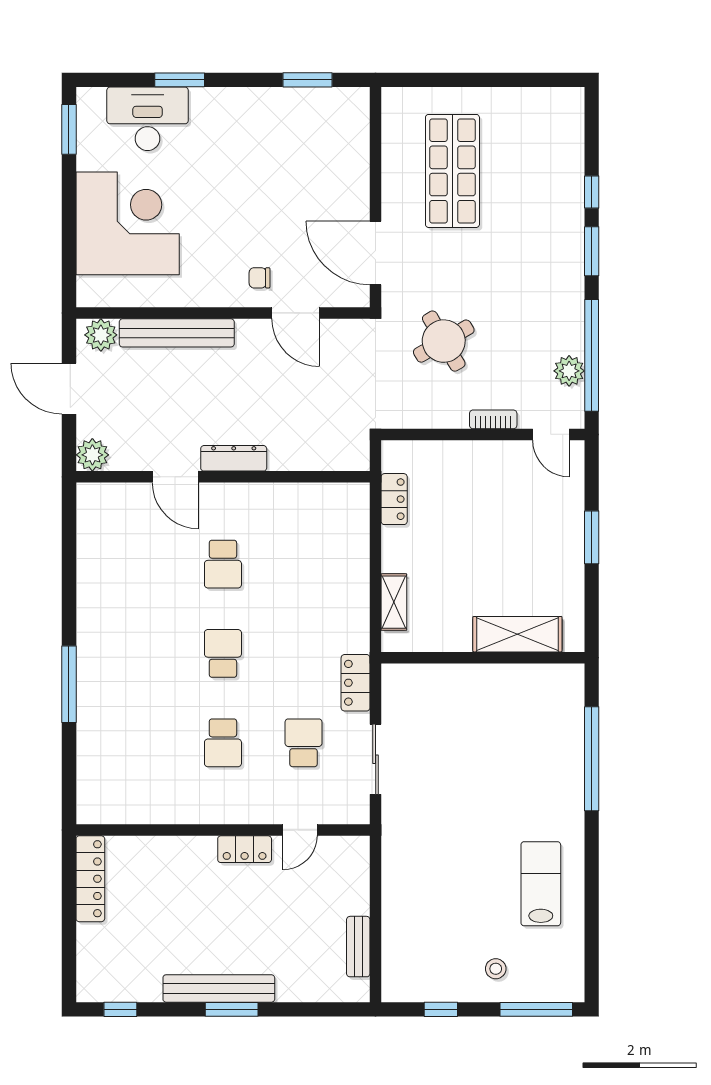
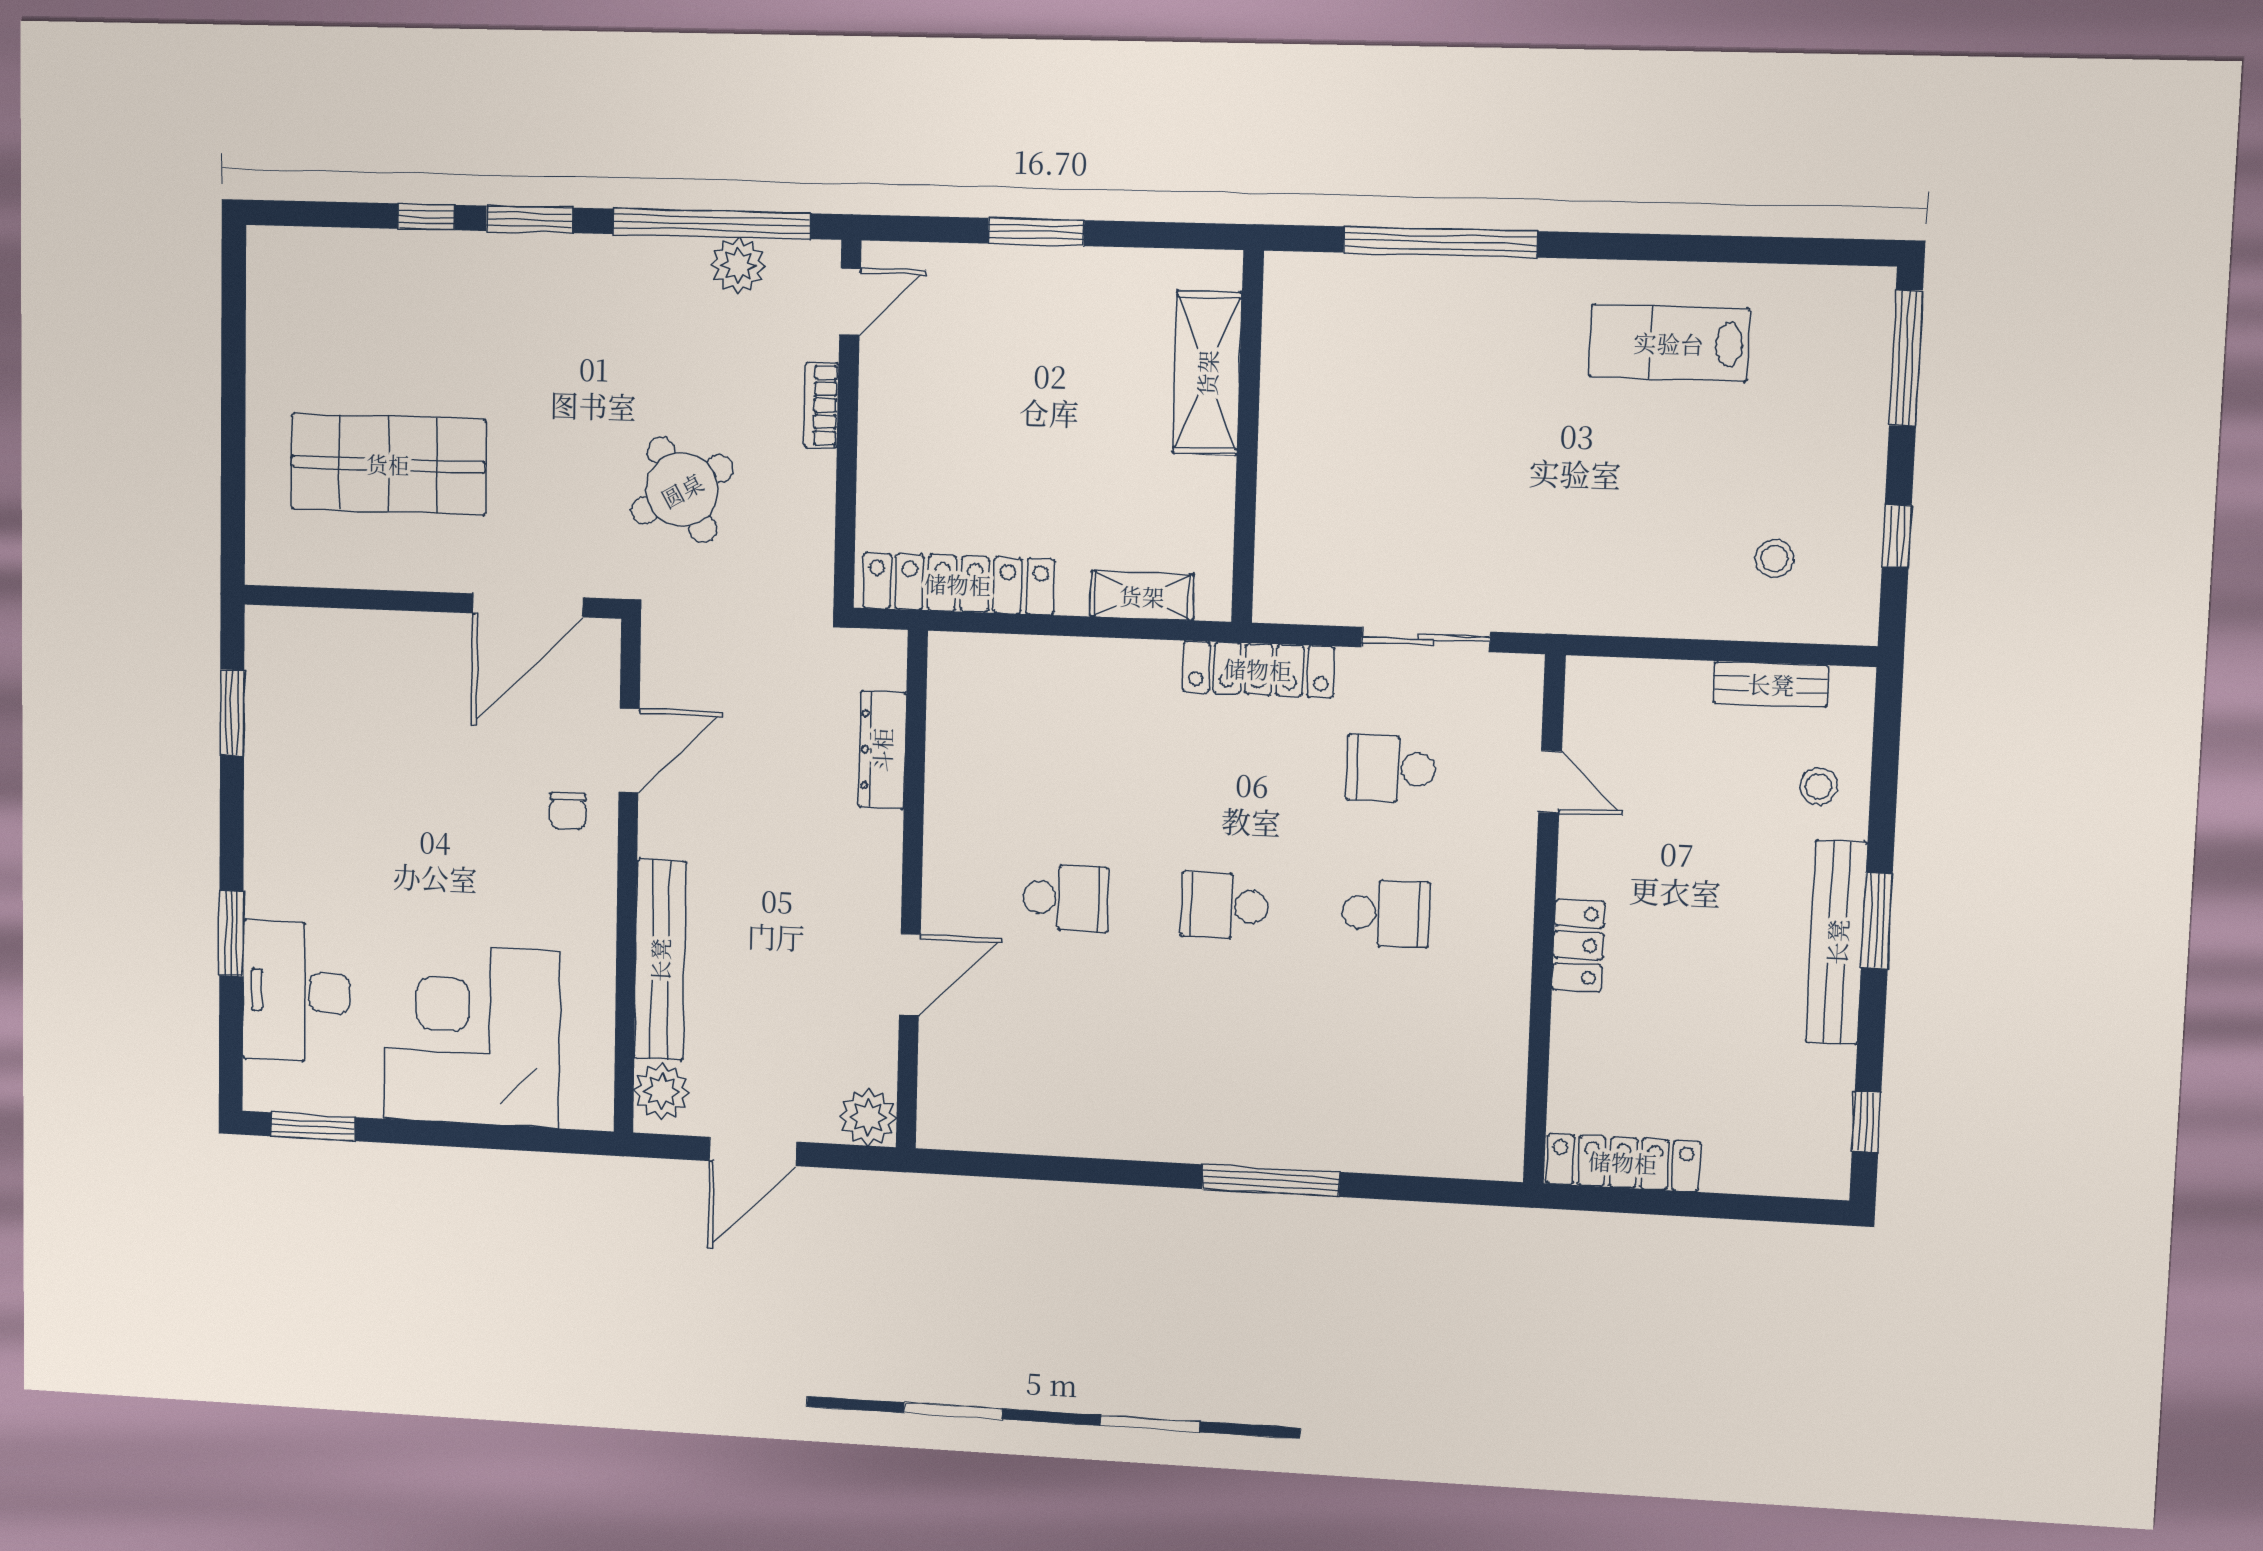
dresser: (234, 458) -> (882, 750), moved
locker: (394, 499) -> (958, 584), width x2.16, depth x1.21
locker: (356, 683) -> (1258, 669), width x1.53
locker: (245, 849) -> (1578, 945), moved
stool: (496, 969) -> (1775, 558), moved
stool: (304, 975) -> (1819, 786), added

